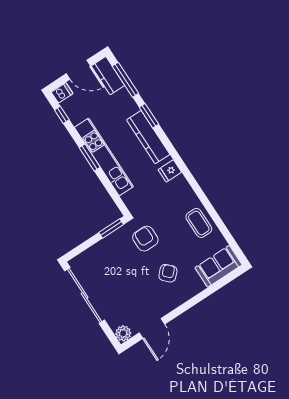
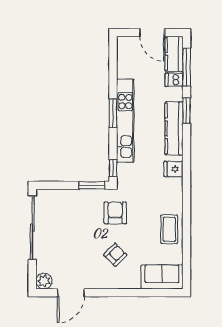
dishwasher: (62, 93) -> (174, 80), moved, turned 180
window: (62, 115) -> (113, 168), moved

